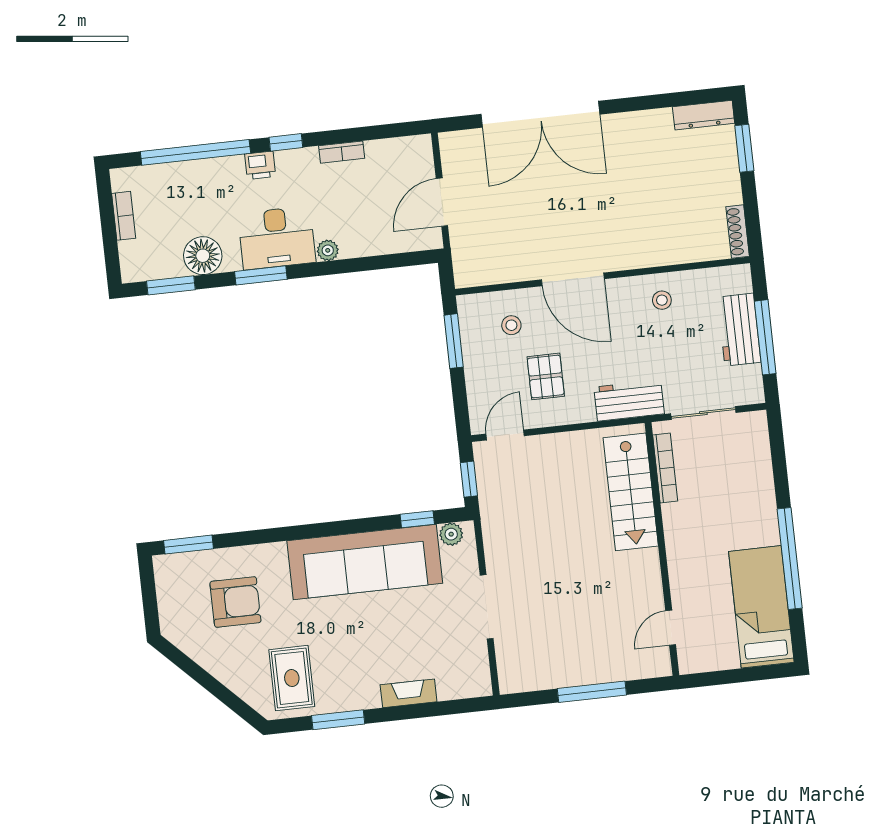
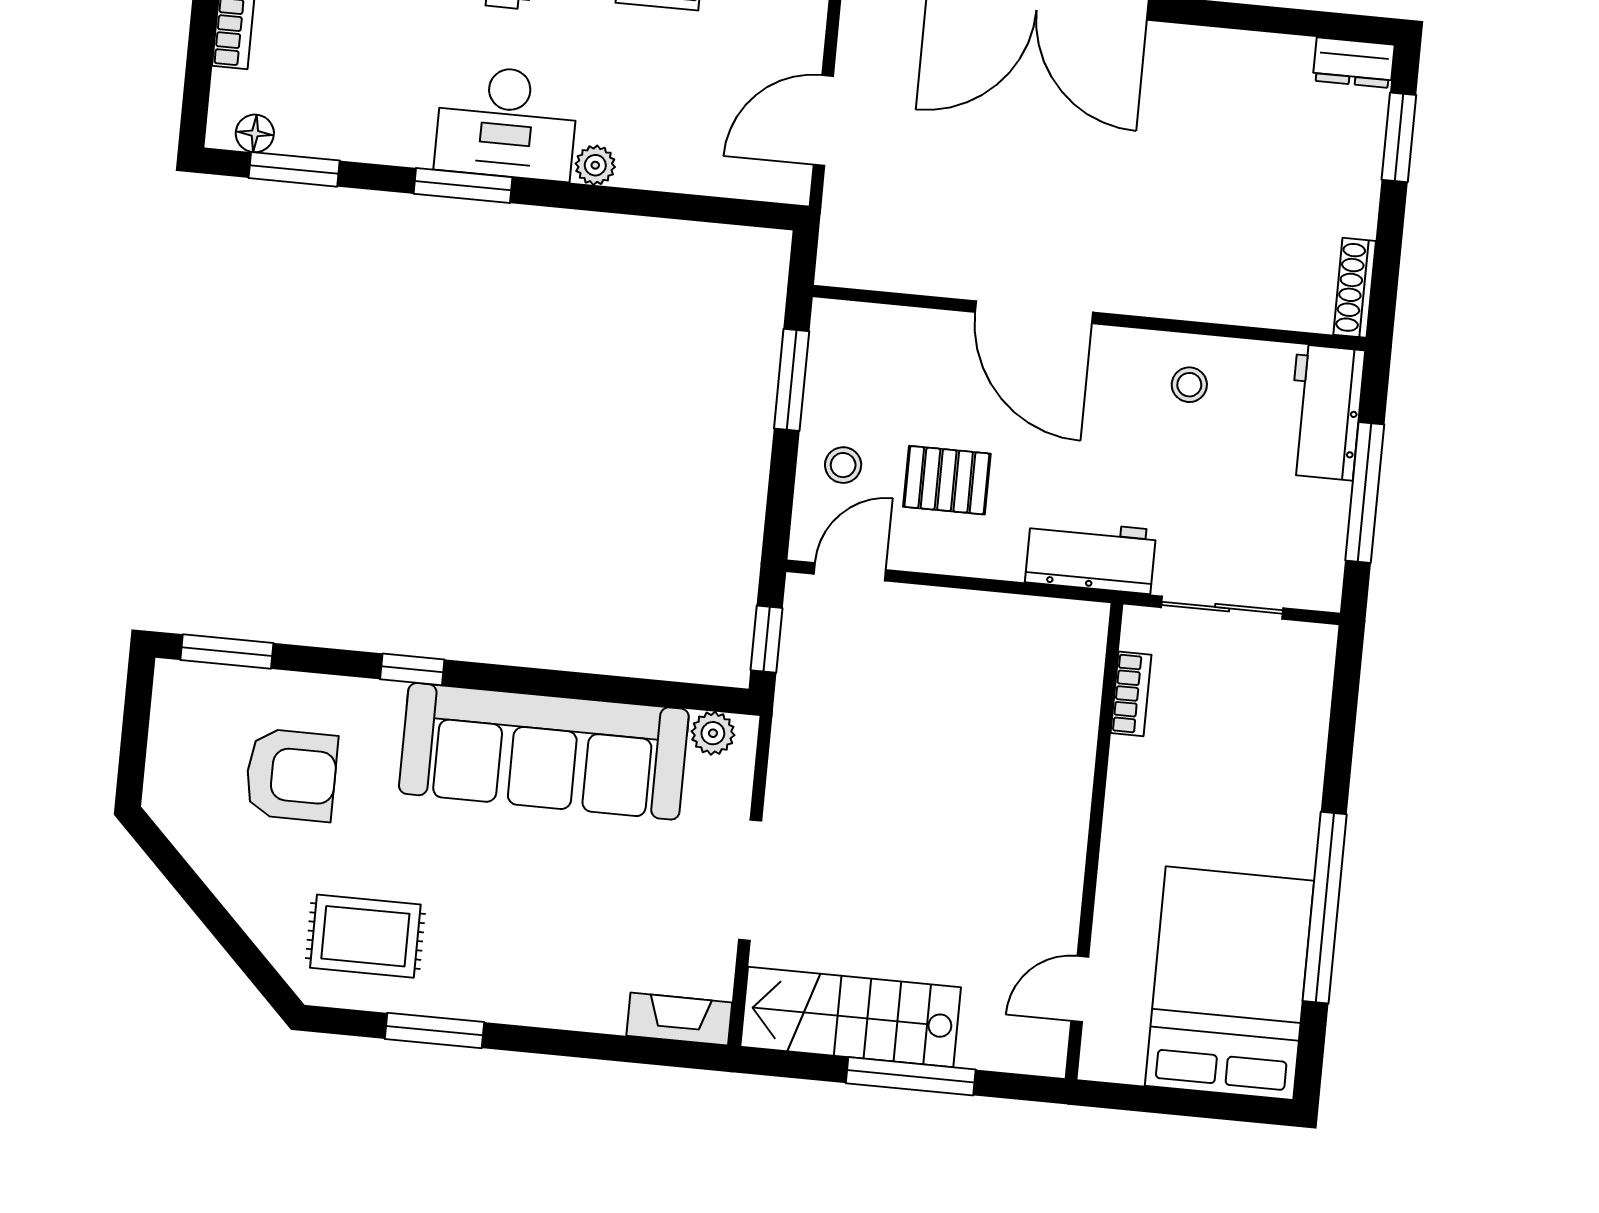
dresser: (704, 115) -> (1354, 63), width x0.70
floor lamp: (203, 256) -> (255, 133), moved, width x0.53, depth x0.53
stool: (511, 325) -> (843, 465), moved
workbench: (739, 330) -> (1325, 412), moved
pallet: (546, 376) -> (947, 480), turned 90
bookcase: (665, 468) -> (1131, 694), width x0.64
stairs: (631, 492) -> (851, 1017), moved, turned 90
window: (417, 519) -> (412, 669), moved
bed: (761, 607) -> (1230, 983), width x1.50
rug: (292, 678) -> (365, 936), turned 90
fireplace: (409, 693) -> (679, 1019), moved

